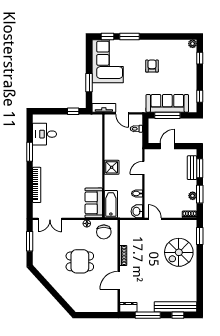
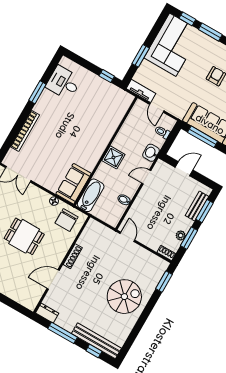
washbasin: (137, 211) -> (151, 153), moved
spiral stairs: (179, 252) -> (124, 297), moved, turned 180

